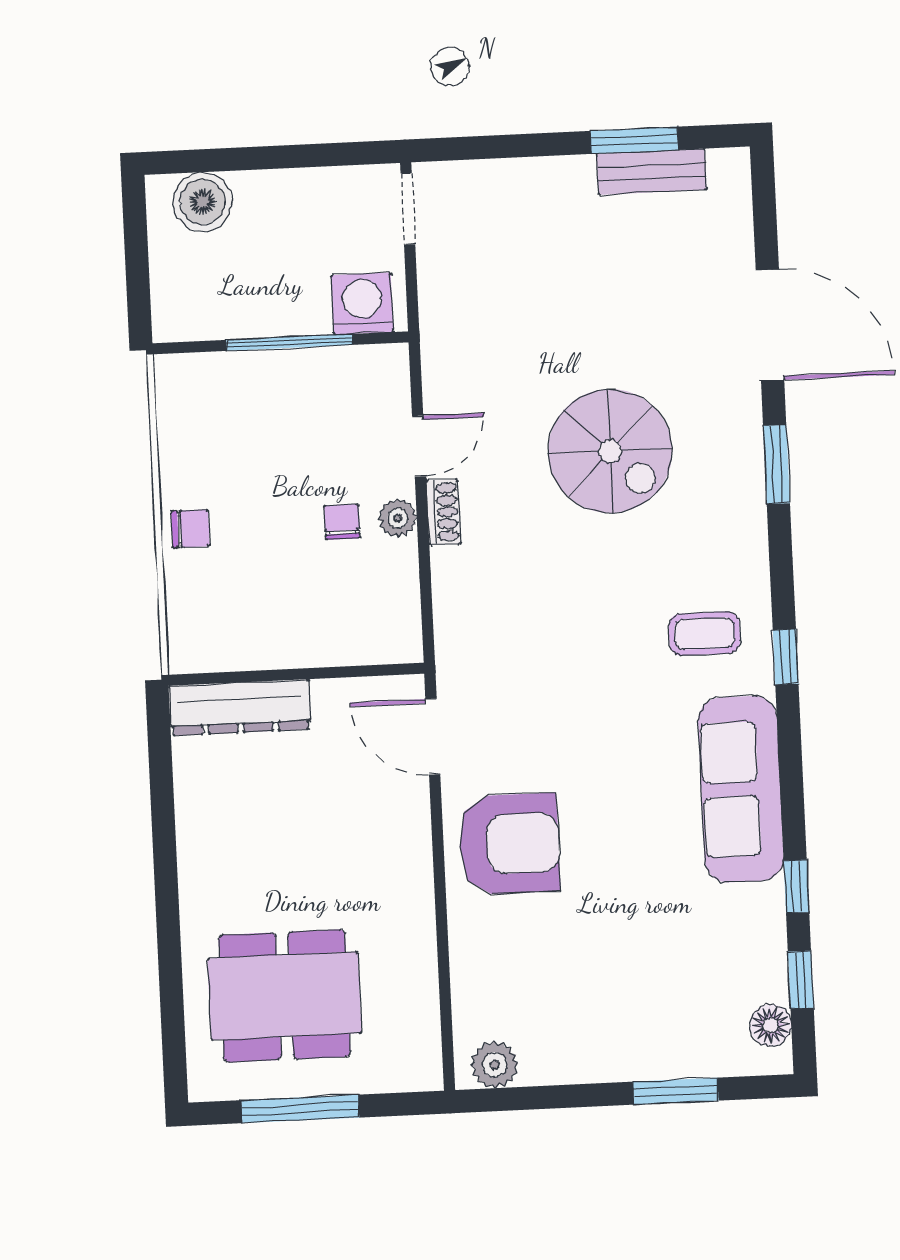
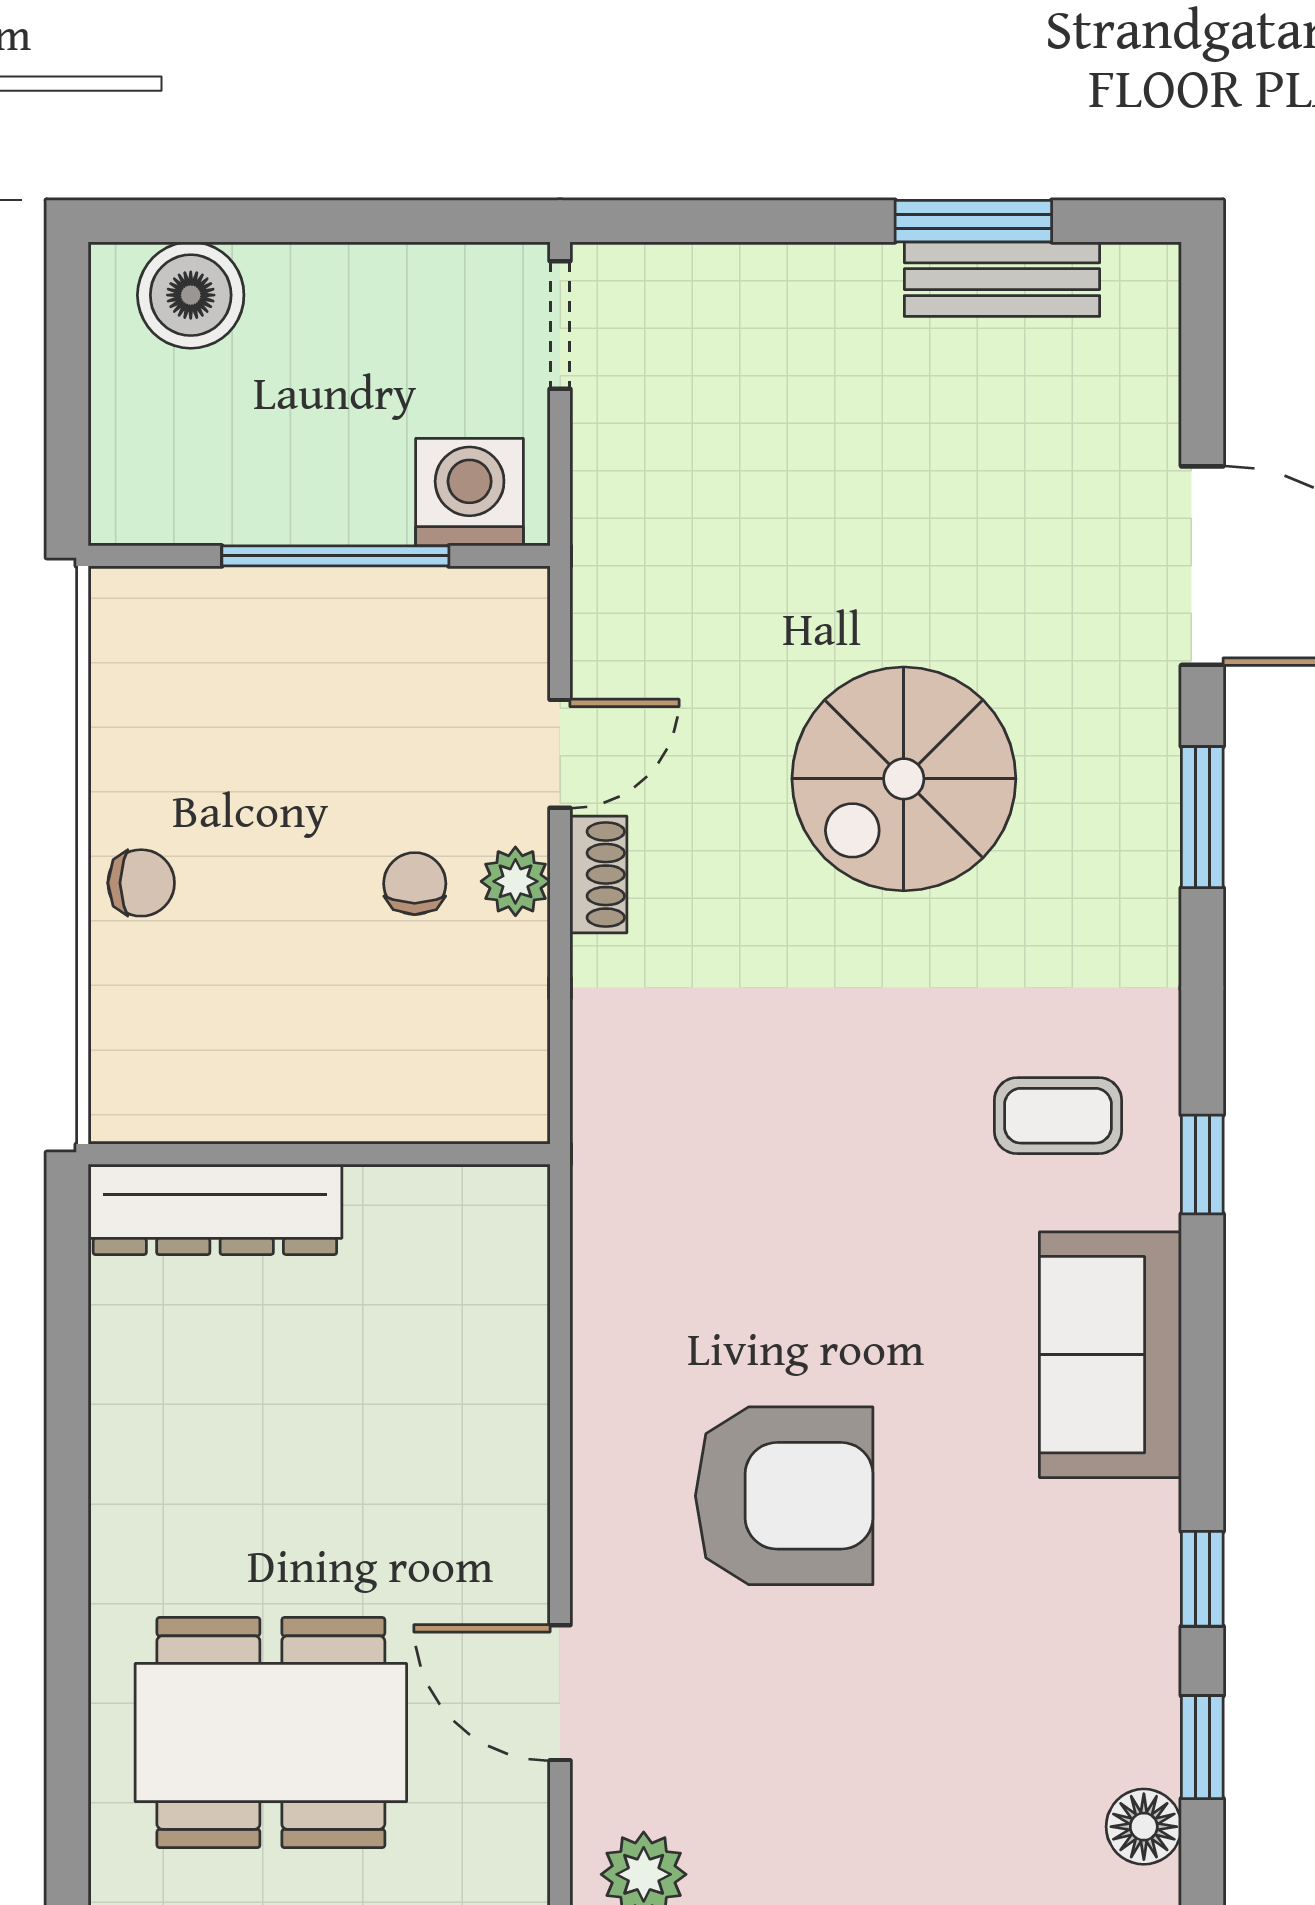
spiral stairs: (610, 451) -> (904, 779), turned 90
door: (433, 737) -> (560, 1693), moved
sofa: (741, 789) -> (1110, 1355), width x0.73
armchair: (509, 844) -> (784, 1496), moved

